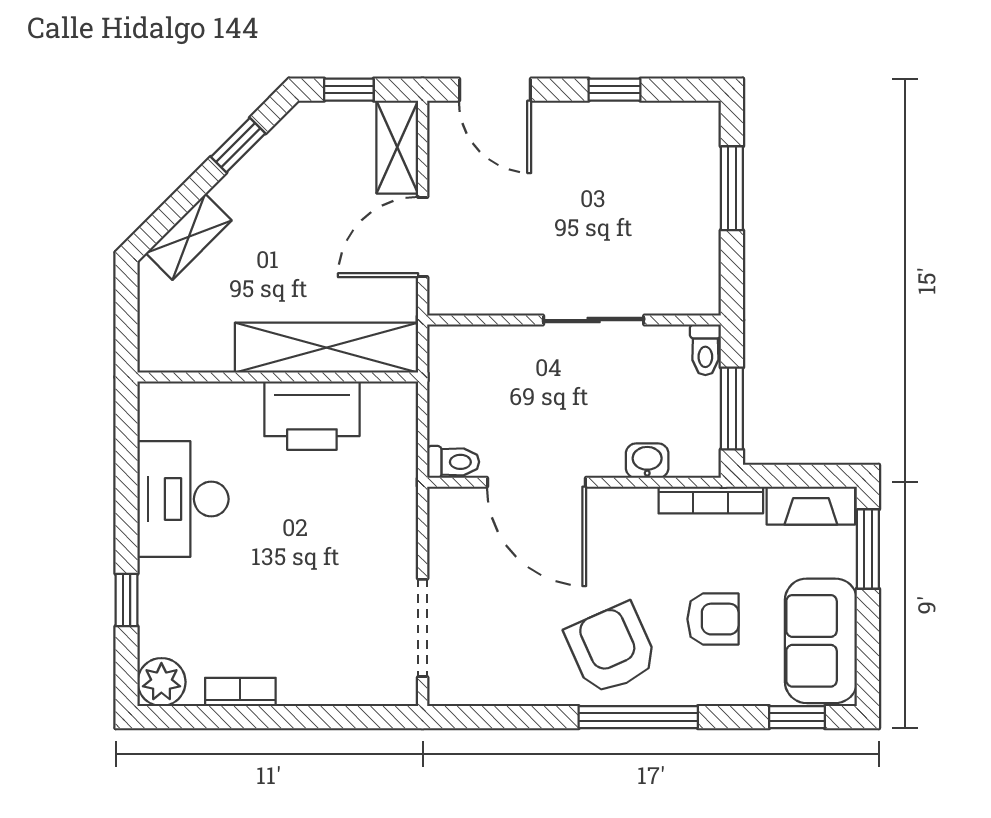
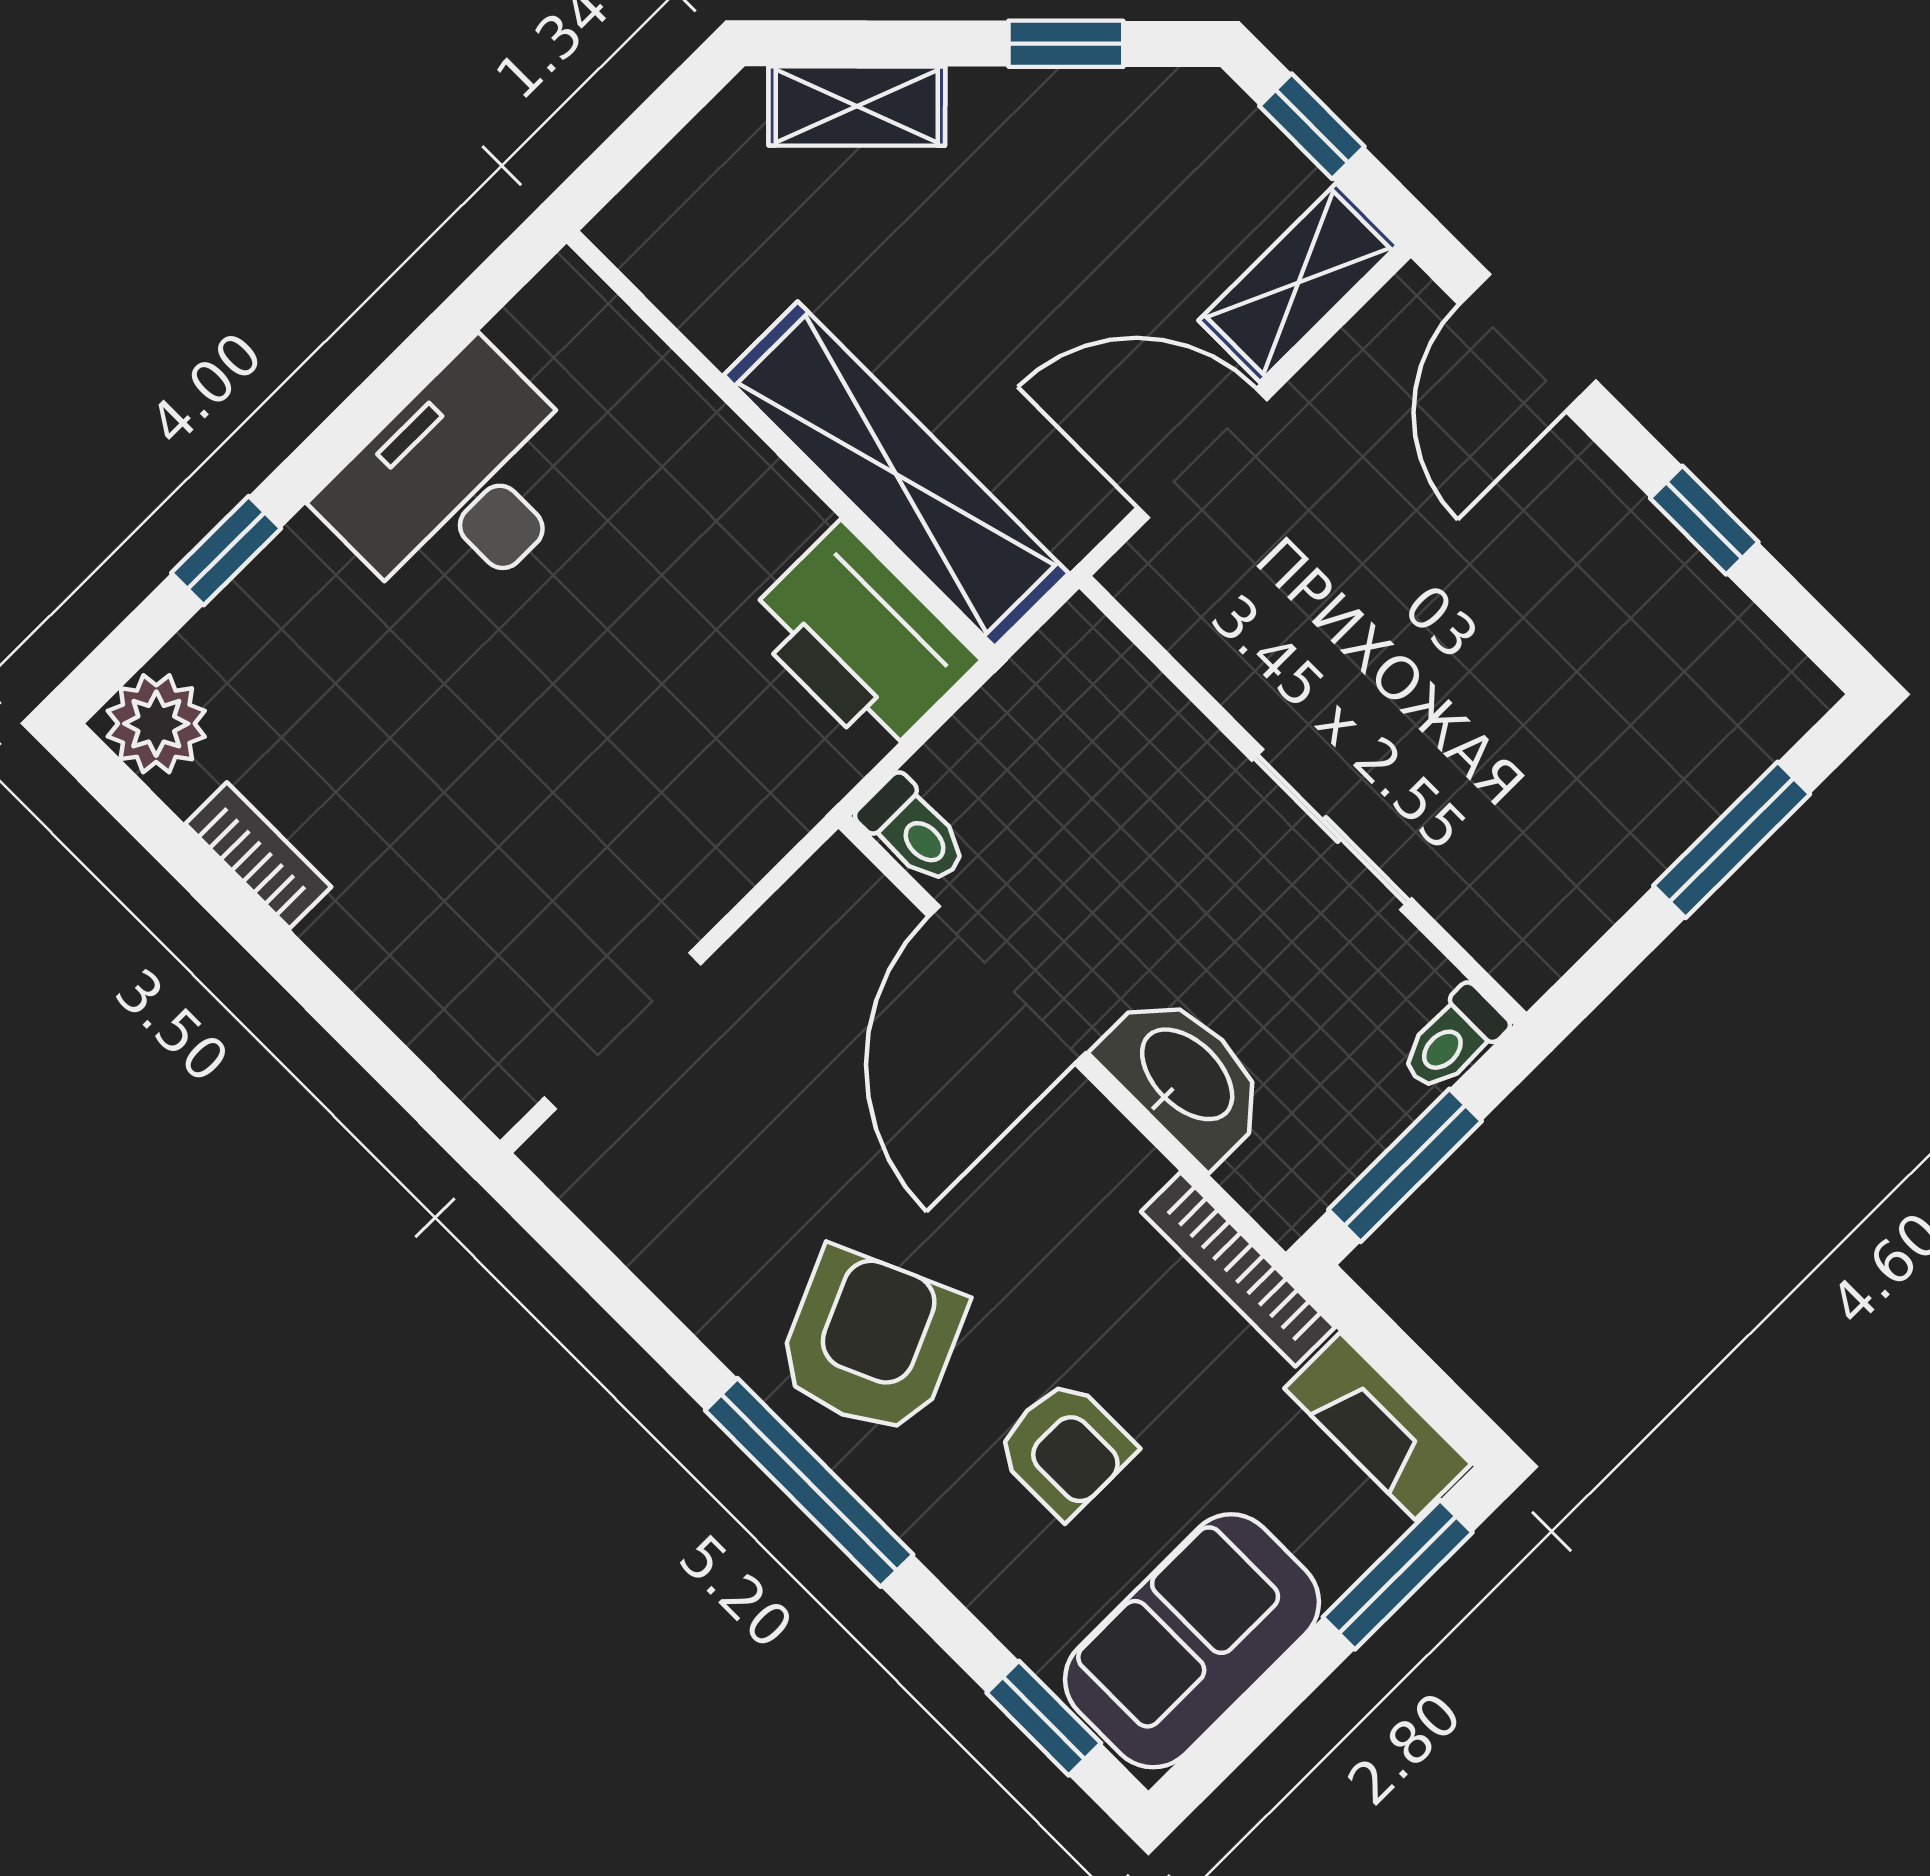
printer: (312, 416) -> (860, 640), moved
washbasin: (647, 461) -> (1185, 1077), width x1.91, depth x1.45

